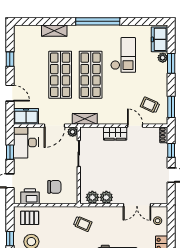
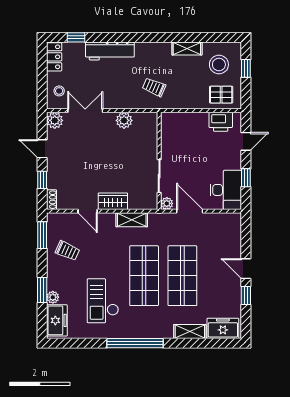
door: (10, 93) -> (246, 269), moved
trolley: (150, 105) -> (67, 251), moved
freezer: (26, 116) -> (223, 328), moved, turned 180
shelving: (85, 119) -> (132, 220), moved
door: (54, 126) -> (190, 211), hinge flipped
chair: (54, 187) -> (190, 134), removed
plant: (92, 197) -> (55, 120), moved

